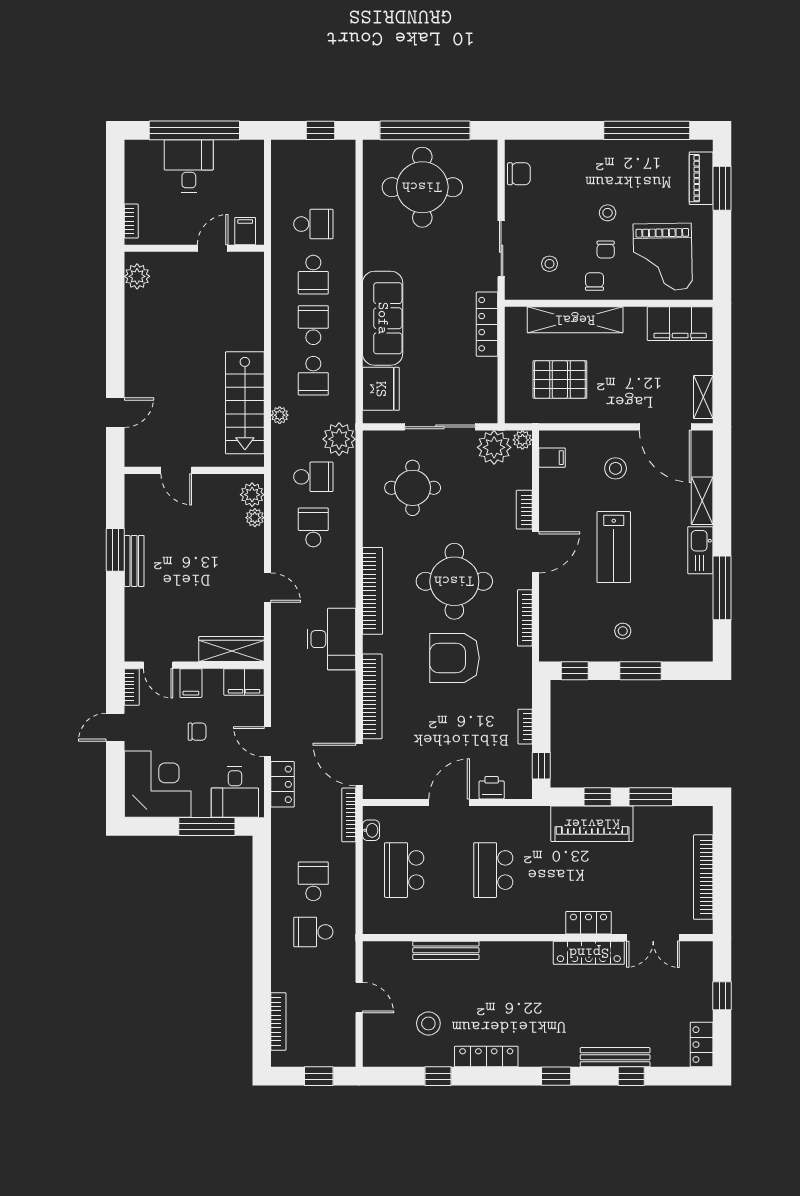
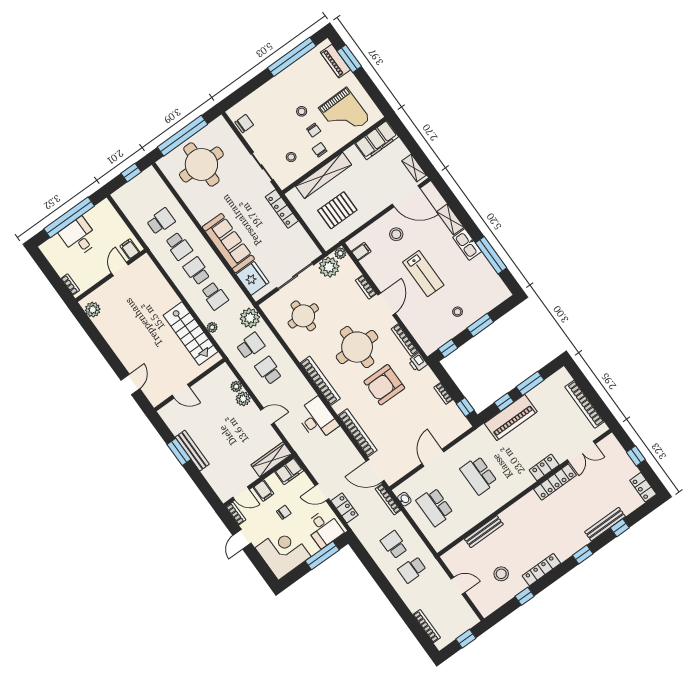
plant: (252, 495) -> (243, 399), moved
bench: (134, 561) -> (192, 451), width x1.36
printer: (492, 788) -> (418, 362), moved, turned -90

